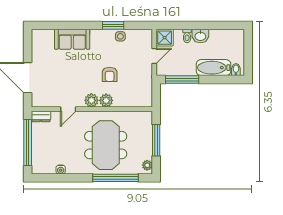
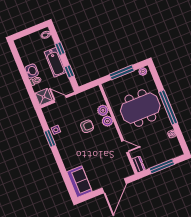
sofa: (72, 39) -> (79, 182), moved
bathtub: (214, 68) -> (55, 62), moved
window: (182, 80) -> (69, 71), width x0.46
window: (213, 80) -> (60, 49), added
plant: (91, 100) -> (103, 110), moved
window: (28, 143) -> (162, 166), width x0.68
window: (115, 178) -> (168, 107), moved

